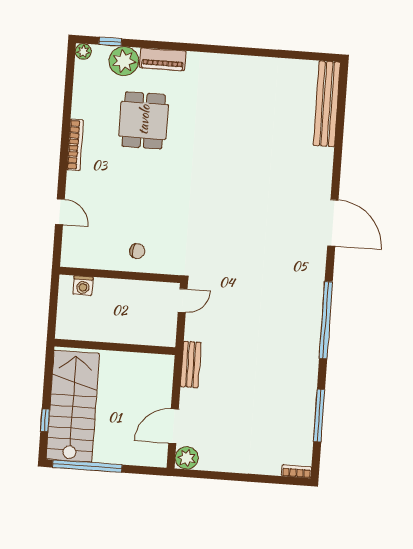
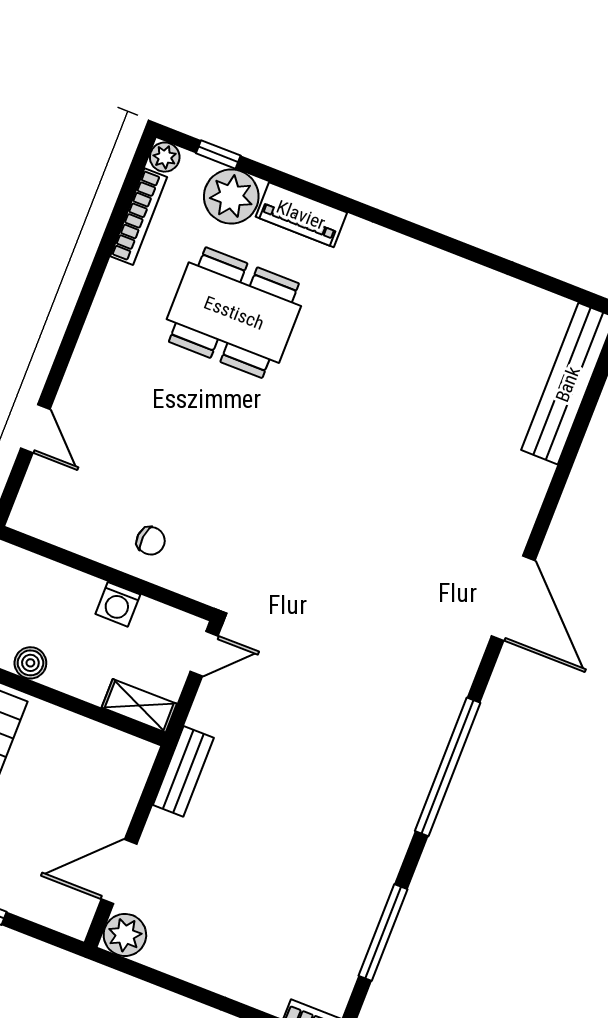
dining table: (144, 120) -> (234, 313), width x1.38
bookcase: (75, 145) -> (139, 217), moved
washing machine: (83, 286) -> (118, 604), moved
boiler: (95, 333) -> (30, 663), added
shelving: (158, 338) -> (139, 706), added

